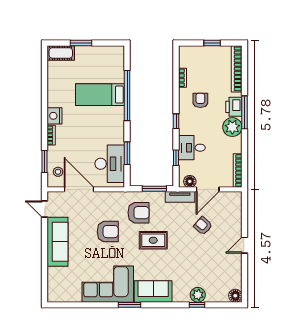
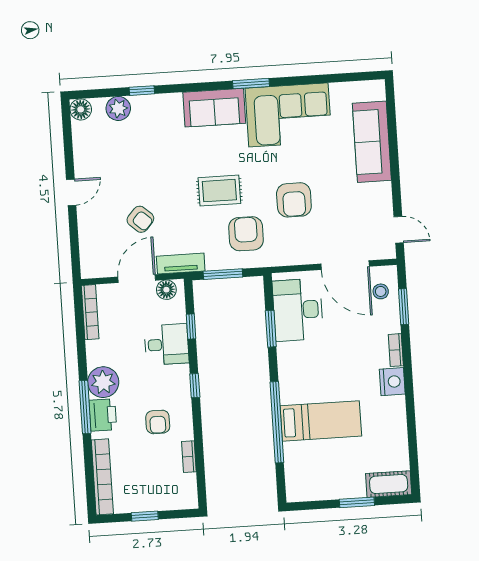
armchair: (139, 213) -> (246, 234), turned 90
armchair: (108, 232) -> (294, 200), turned -90
sofa: (57, 242) -> (372, 142), moved
plant: (198, 295) -> (118, 108), moved

